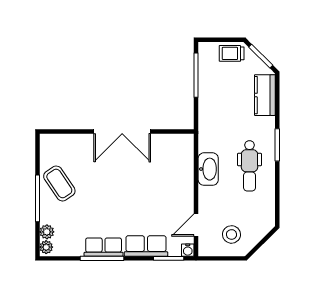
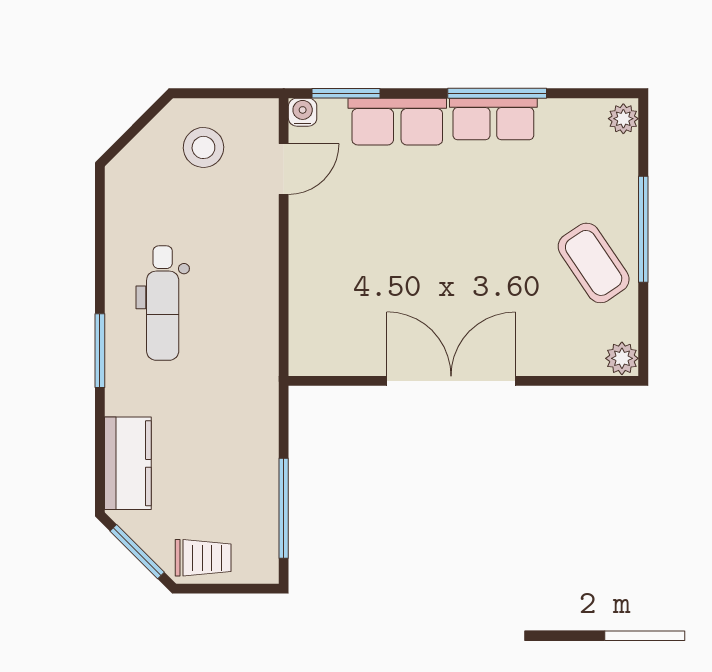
dental chair: (250, 166) -> (163, 303), turned 180
washbasin: (208, 169) -> (256, 296), removed
plant: (47, 232) -> (622, 358), moved

